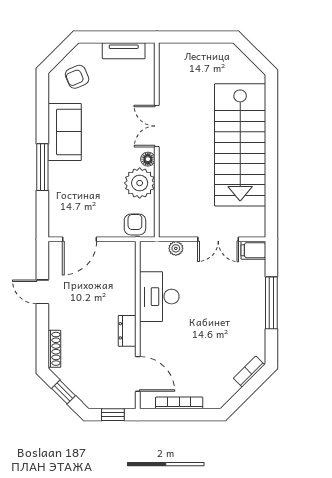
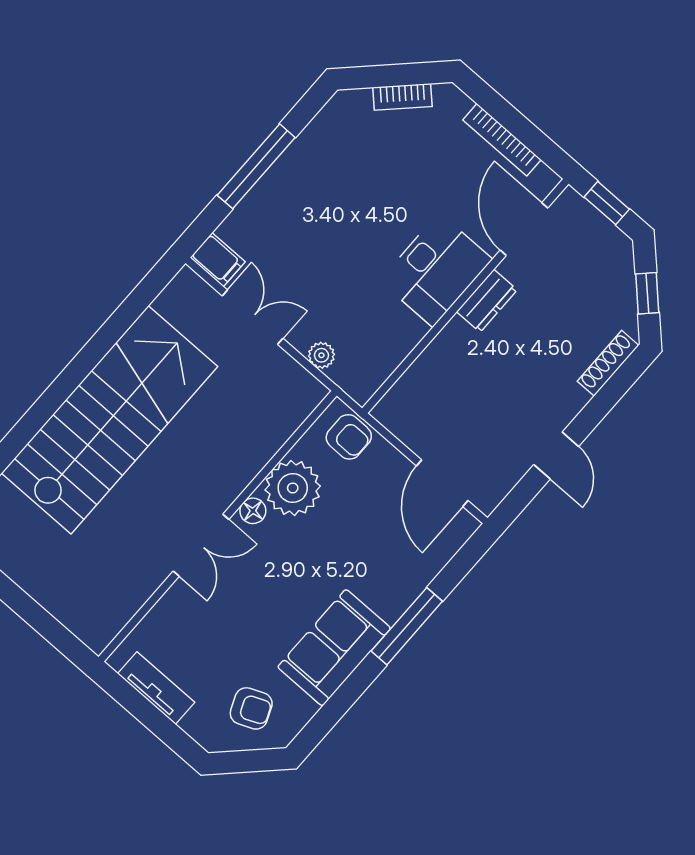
armchair: (135, 224) -> (349, 437), turned -90
door: (79, 239) -> (442, 483), swing flipped
desk: (159, 297) -> (436, 270), moved
bookcase: (249, 371) -> (402, 97), moved

